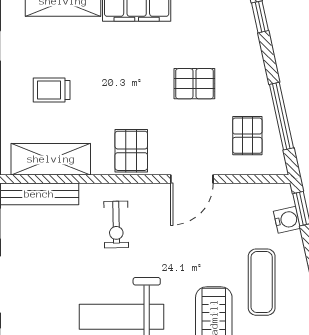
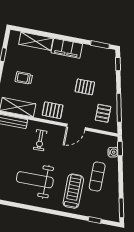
pallet: (131, 151) -> (53, 110), turned 90

